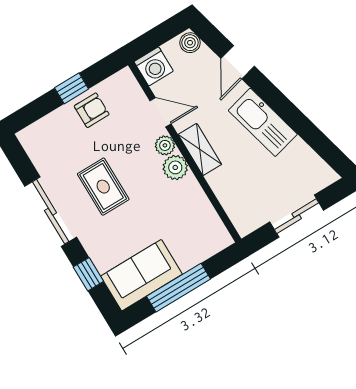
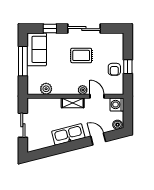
door: (161, 112) -> (97, 96), swing flipped
plant: (175, 167) -> (46, 89), moved

